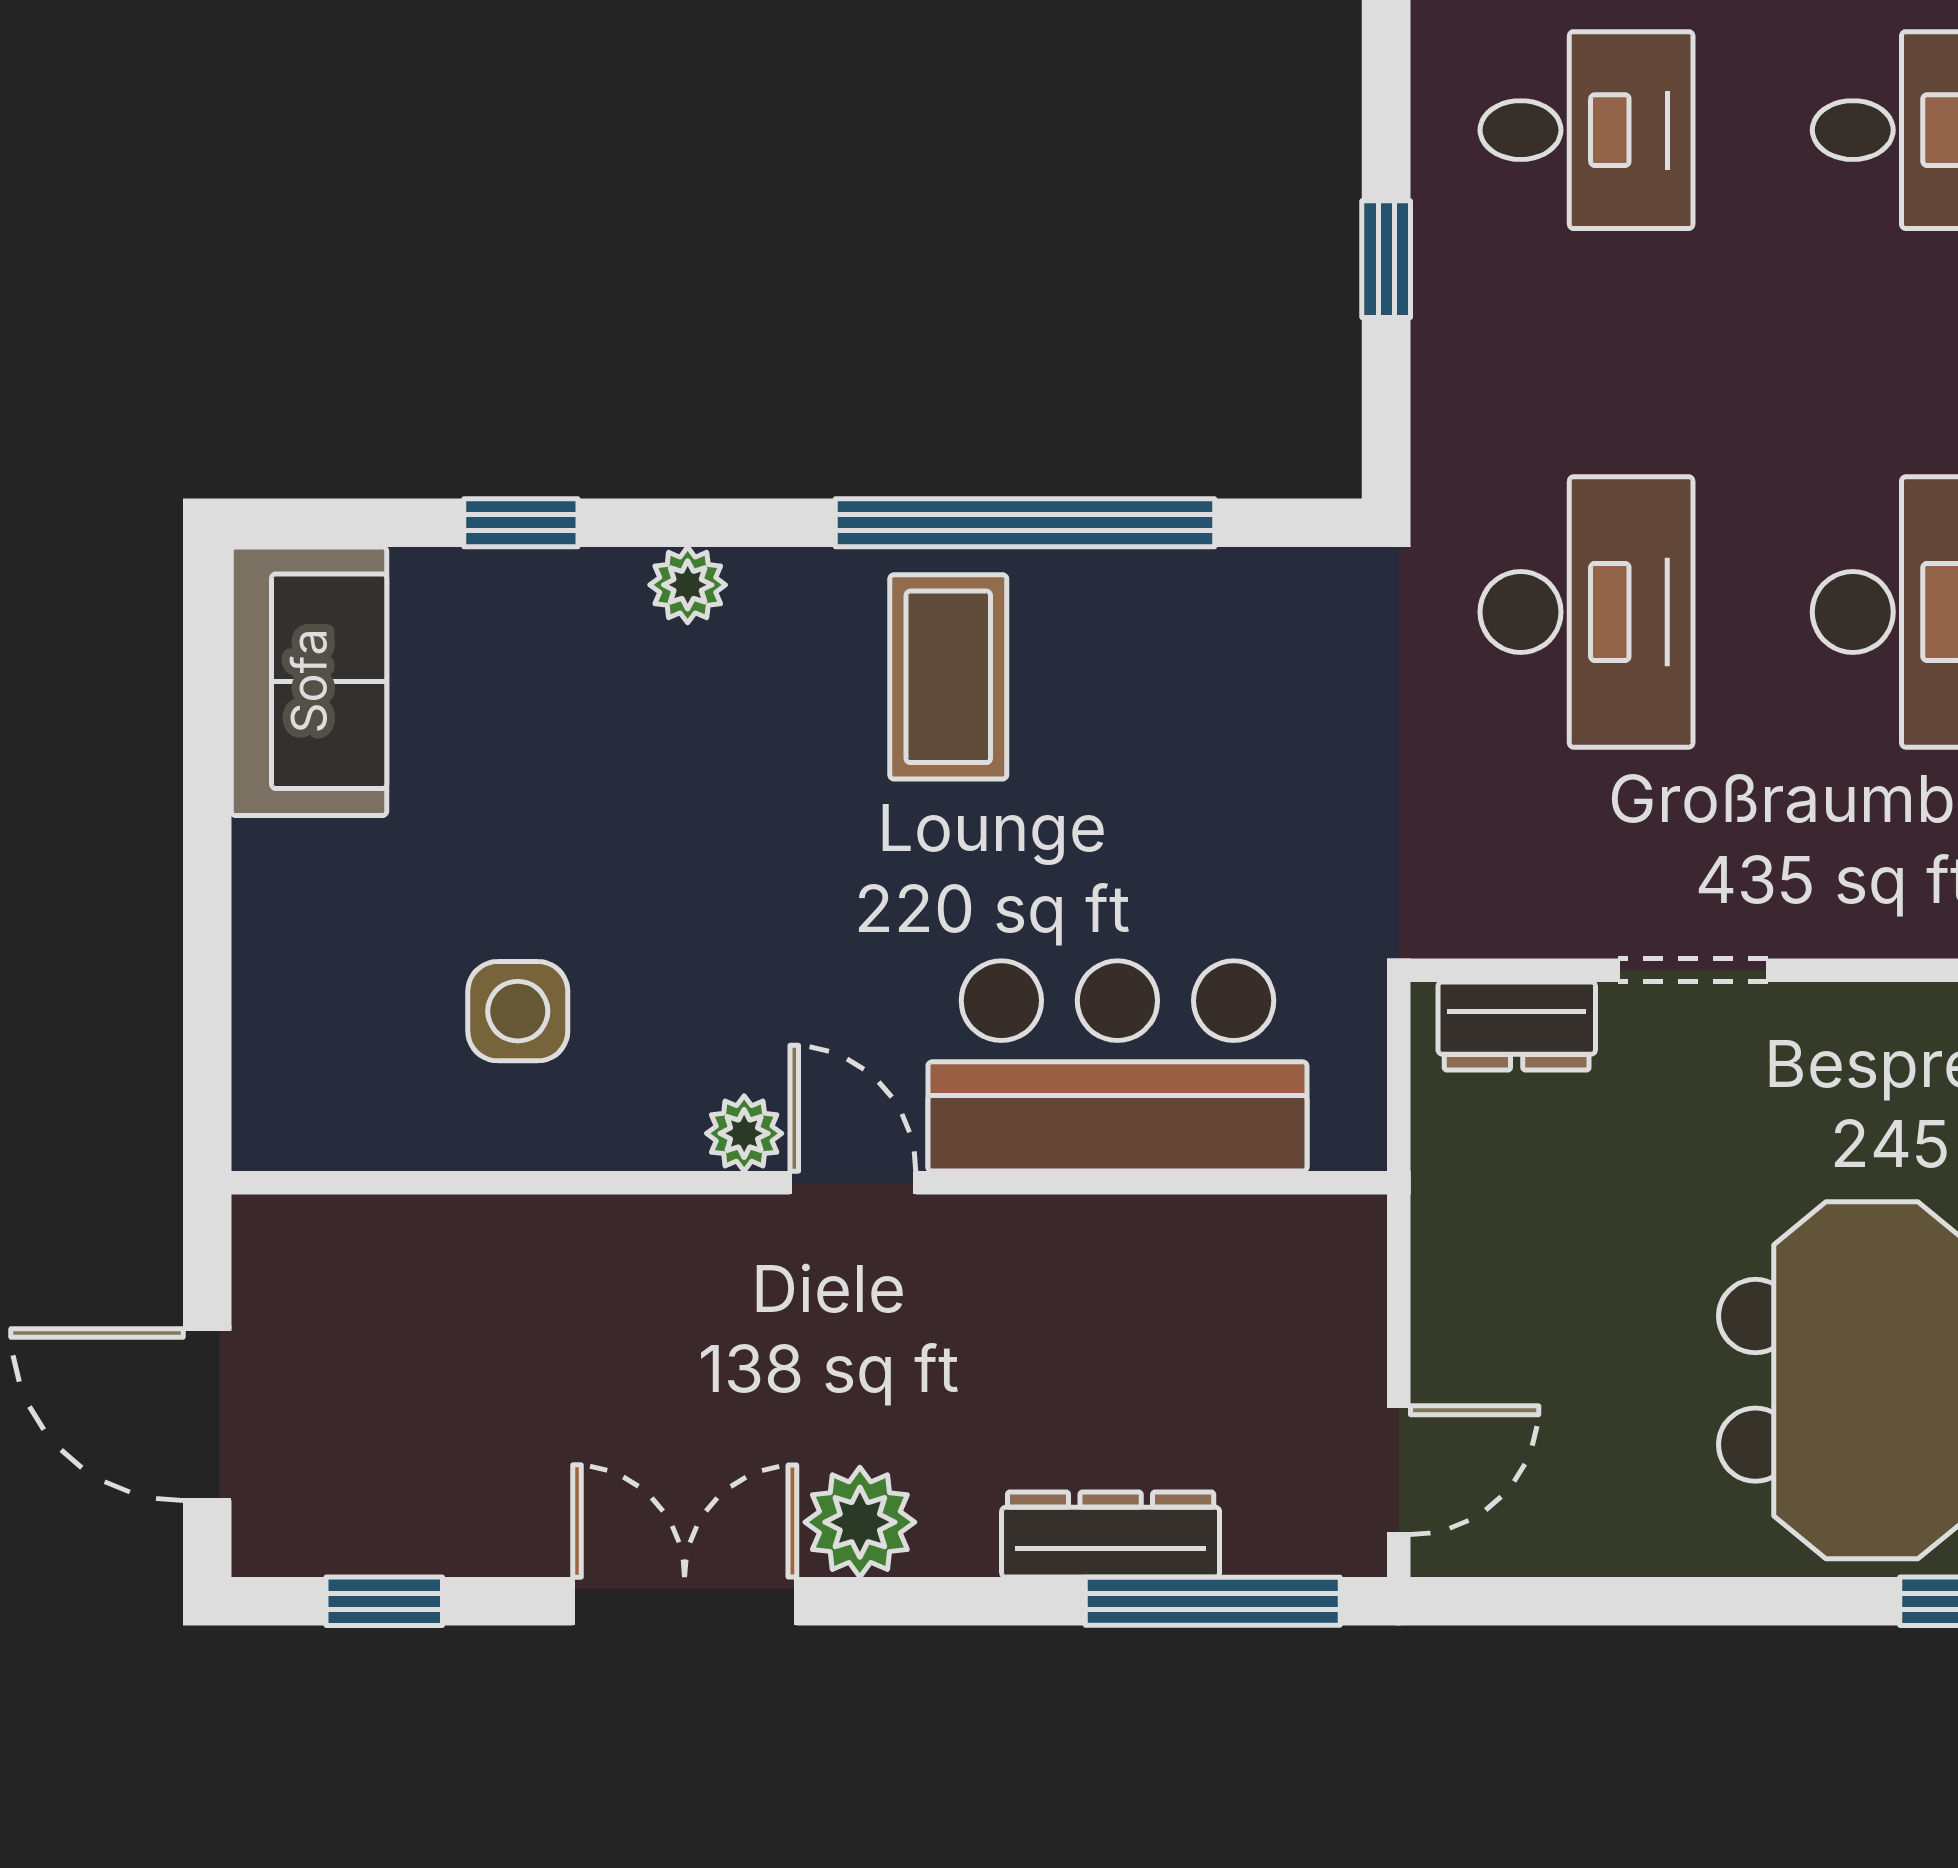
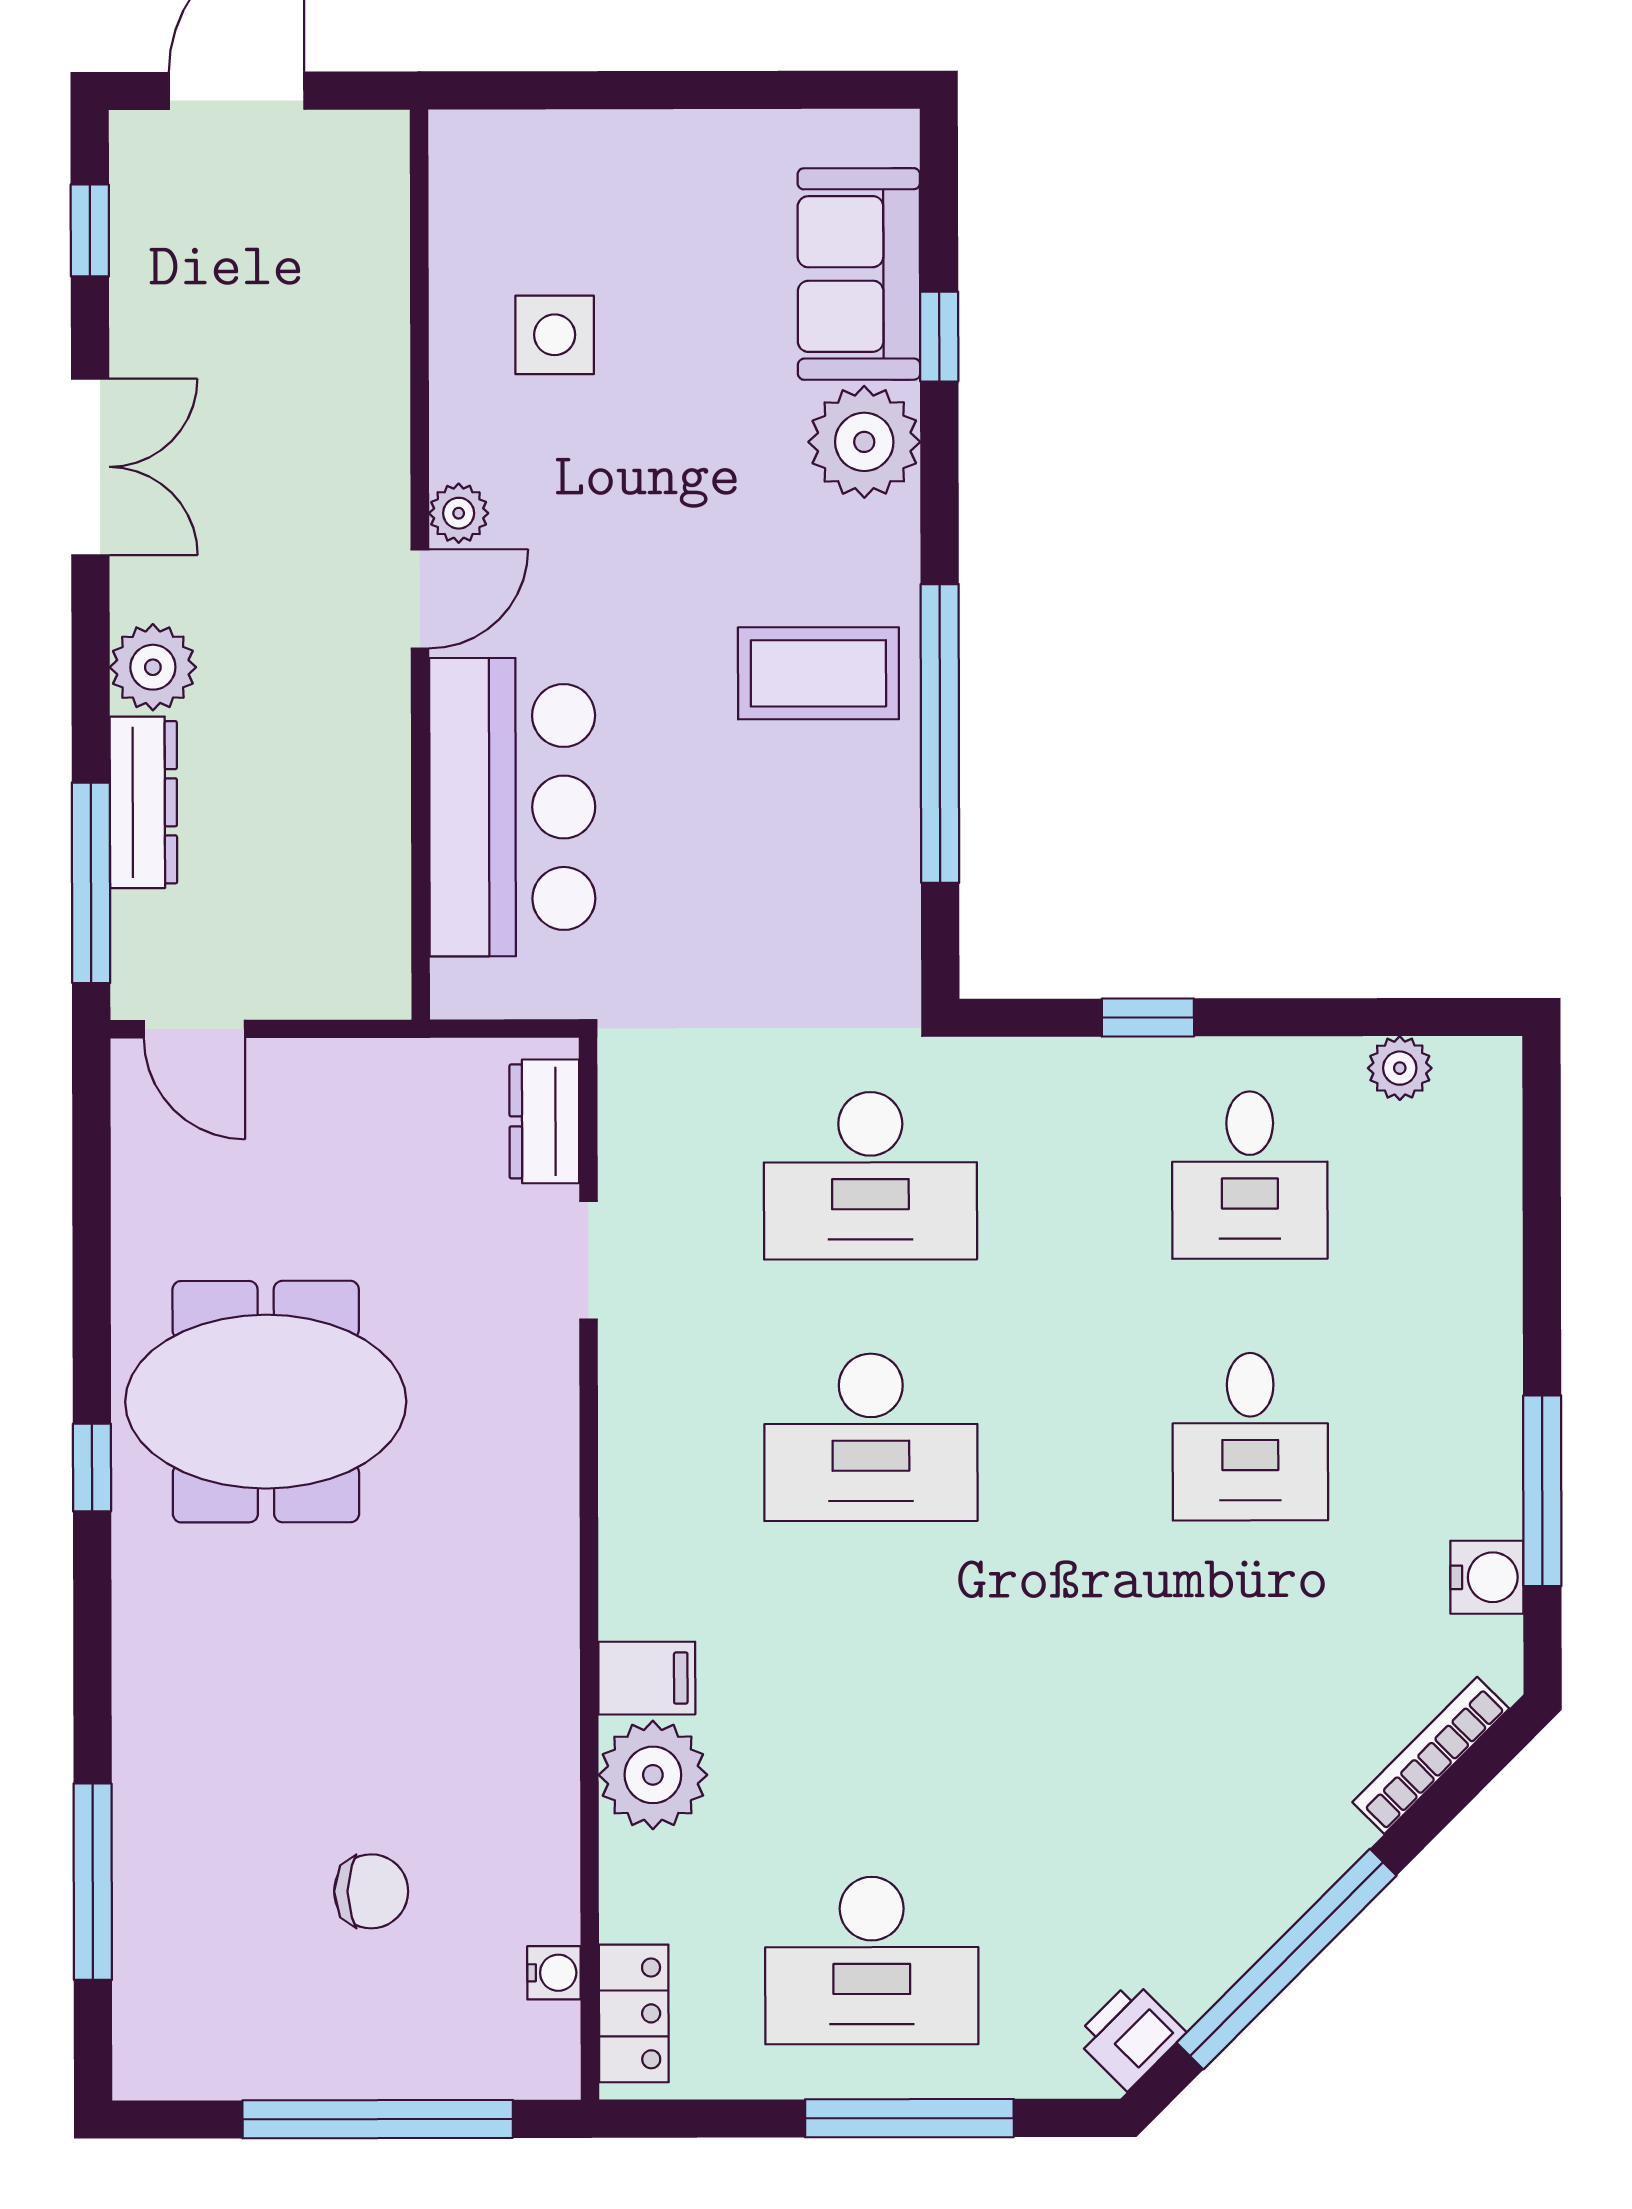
plant: (688, 585) -> (864, 442), width x1.87, depth x1.87
sofa: (309, 681) -> (859, 274), moved, turned 90
plant: (860, 1522) -> (153, 667), moved

